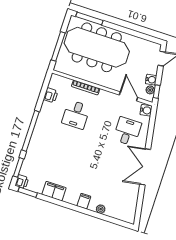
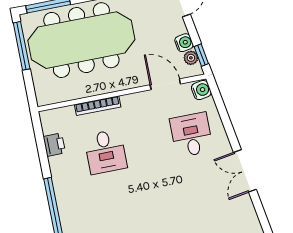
window: (58, 46) -> (22, 46), moved
double door: (145, 167) -> (245, 171), width x0.73

